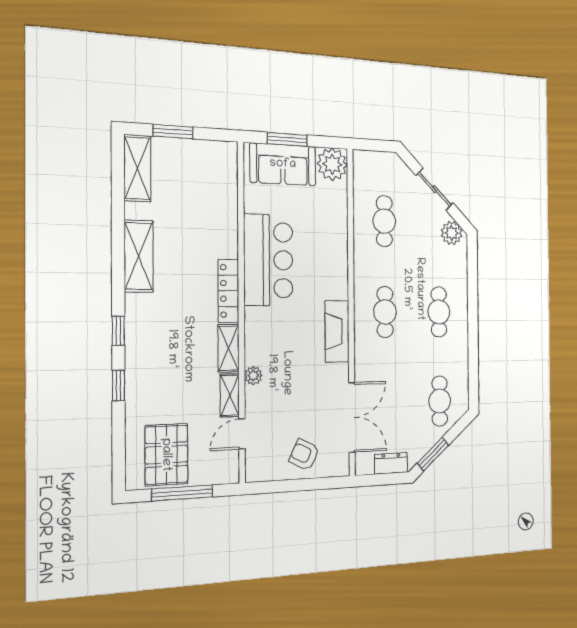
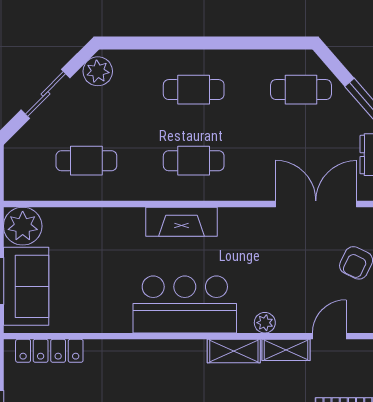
bar counter: (268, 260) -> (185, 304), moved
locker: (228, 291) -> (49, 351), moved
fireplace: (337, 331) -> (181, 222), moved
door: (242, 434) -> (329, 336), swing flipped

